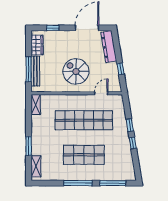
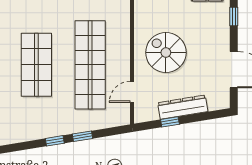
dresser: (109, 47) -> (183, 107), moved
spiral stairs: (76, 71) -> (166, 53), turned -90
door: (101, 93) -> (132, 92), swing flipped

